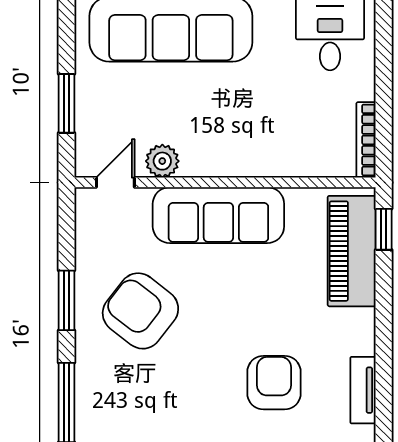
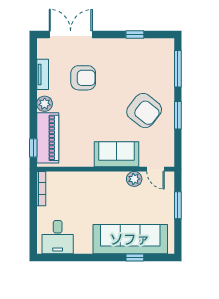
door: (115, 182) -> (156, 169), hinge flipped
sofa: (218, 215) -> (116, 154), width x0.73
plant: (359, 326) -> (45, 104), added
armchair: (274, 383) -> (83, 78), turned -90

